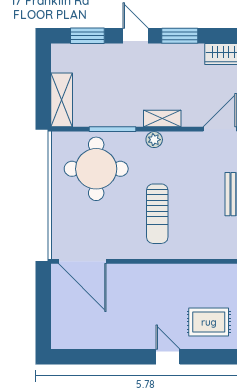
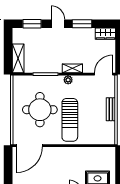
round table: (96, 169) -> (40, 110), moved
sun lounger: (157, 214) -> (70, 120), width x1.36, depth x1.34
door: (82, 261) -> (29, 146), hinge flipped

